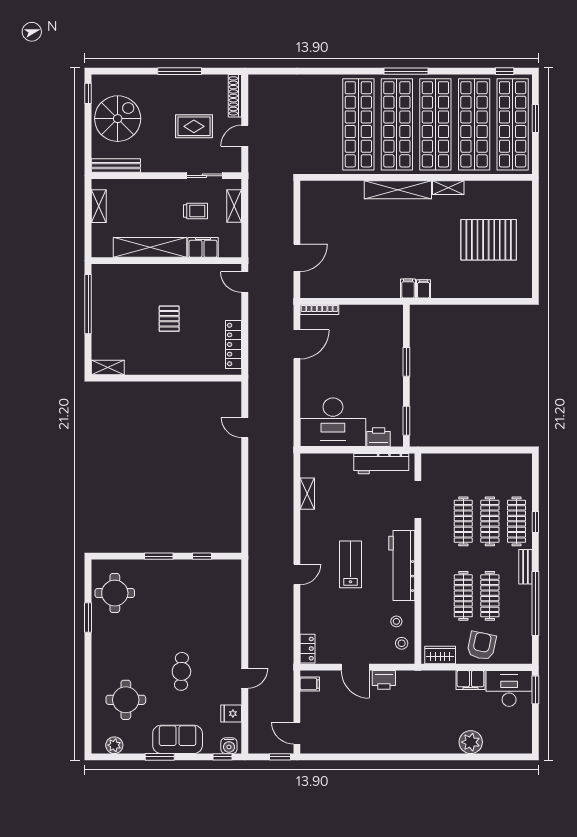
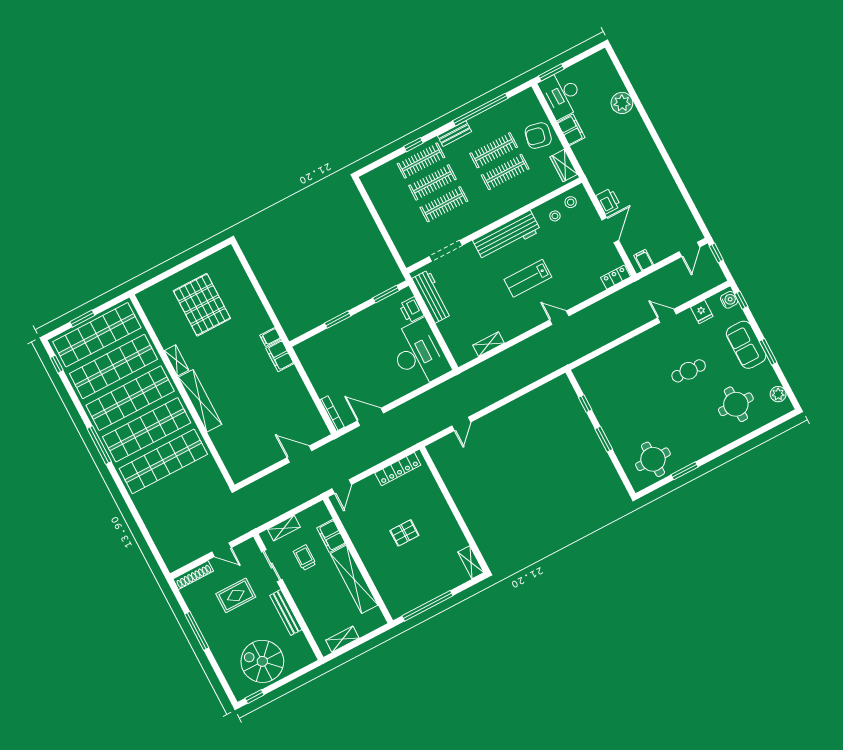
rug: (194, 126) -> (236, 595), turned 90
bench: (116, 166) -> (286, 612), moved
filing cabinet: (408, 288) -> (280, 356), width x2.00

